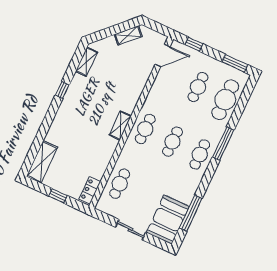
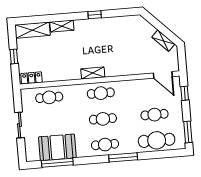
shelving: (86, 62) -> (62, 26), moved
booth: (168, 220) -> (57, 147), moved

